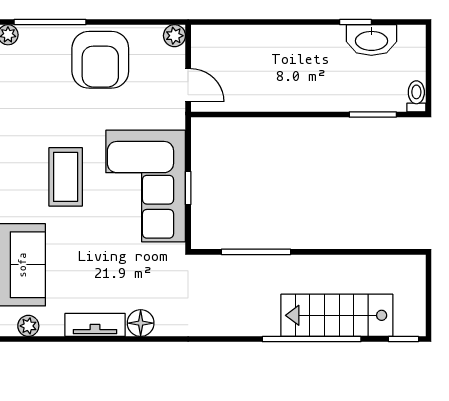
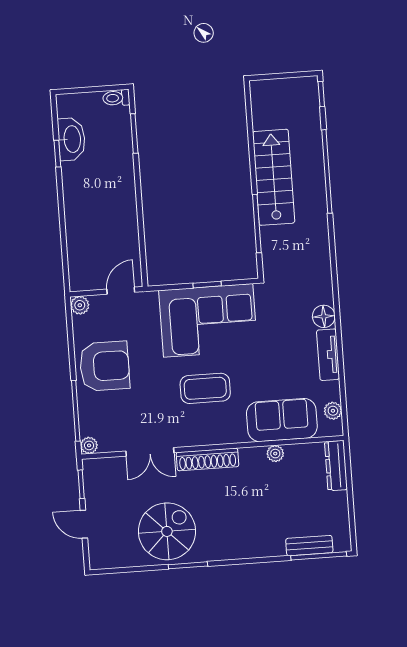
stairs: (337, 315) -> (274, 177), moved, turned 180

